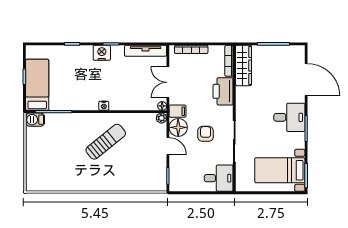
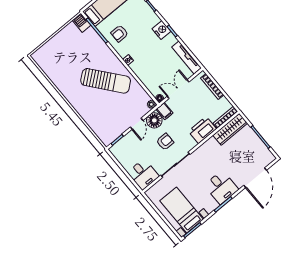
armchair: (73, 93) -> (120, 33), added
sun lounger: (106, 142) -> (106, 81), width x1.36, depth x1.34

